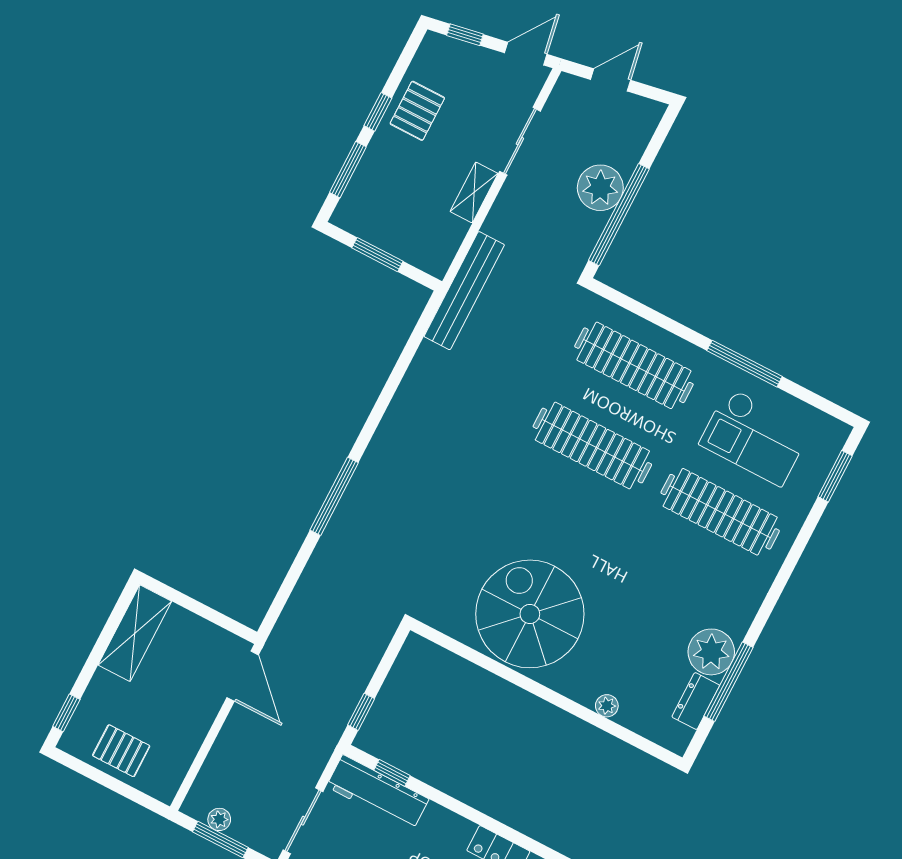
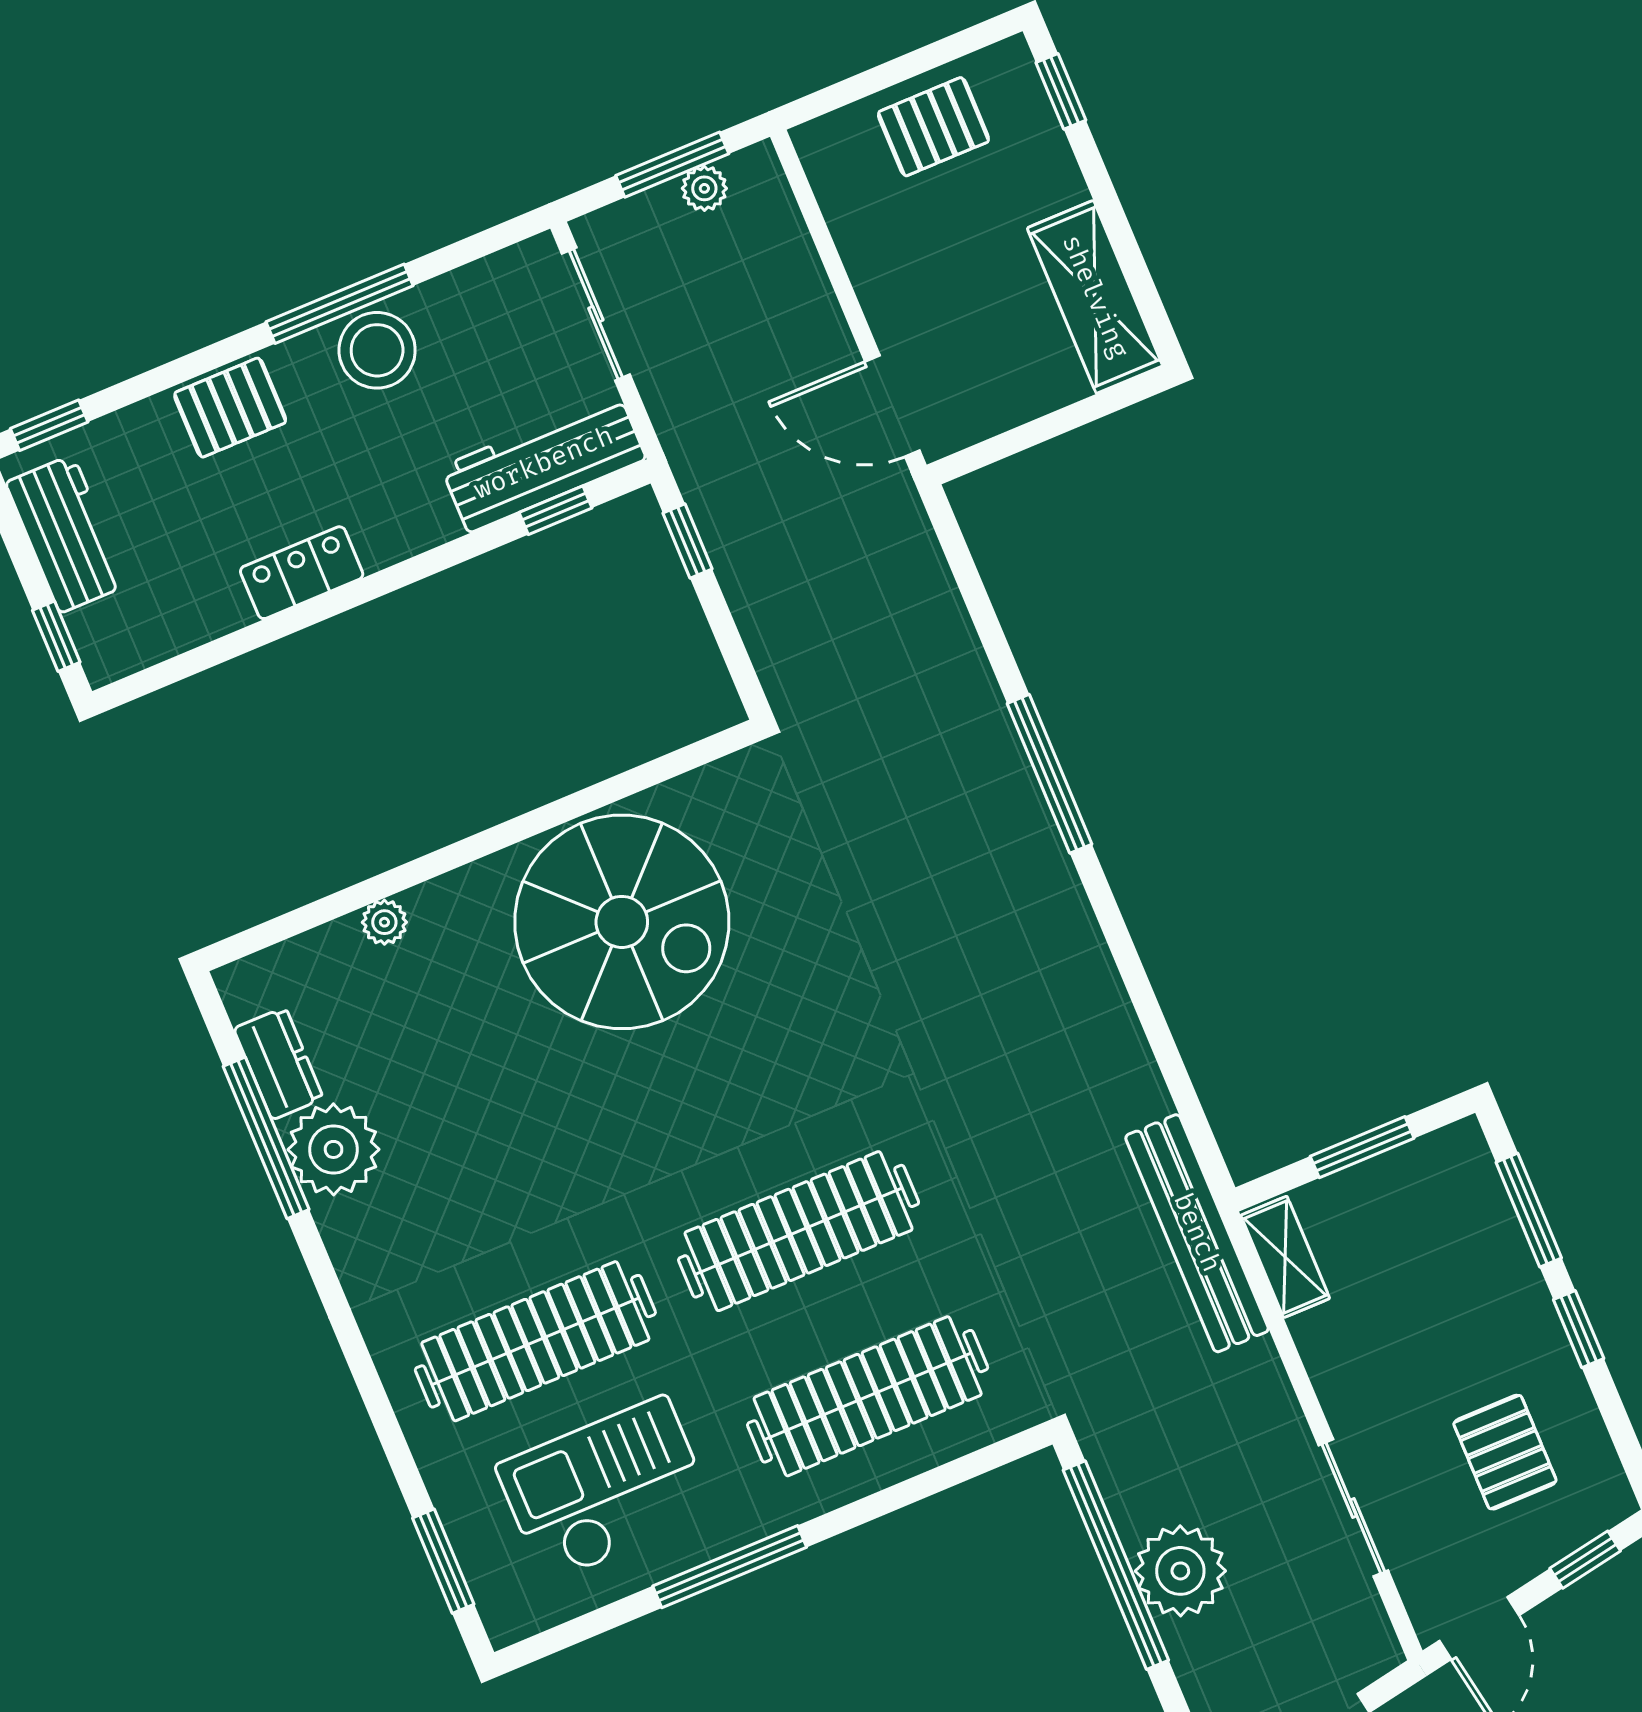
pallet: (417, 111) -> (1505, 1452), moved
shelving: (474, 193) -> (1285, 1257), moved

